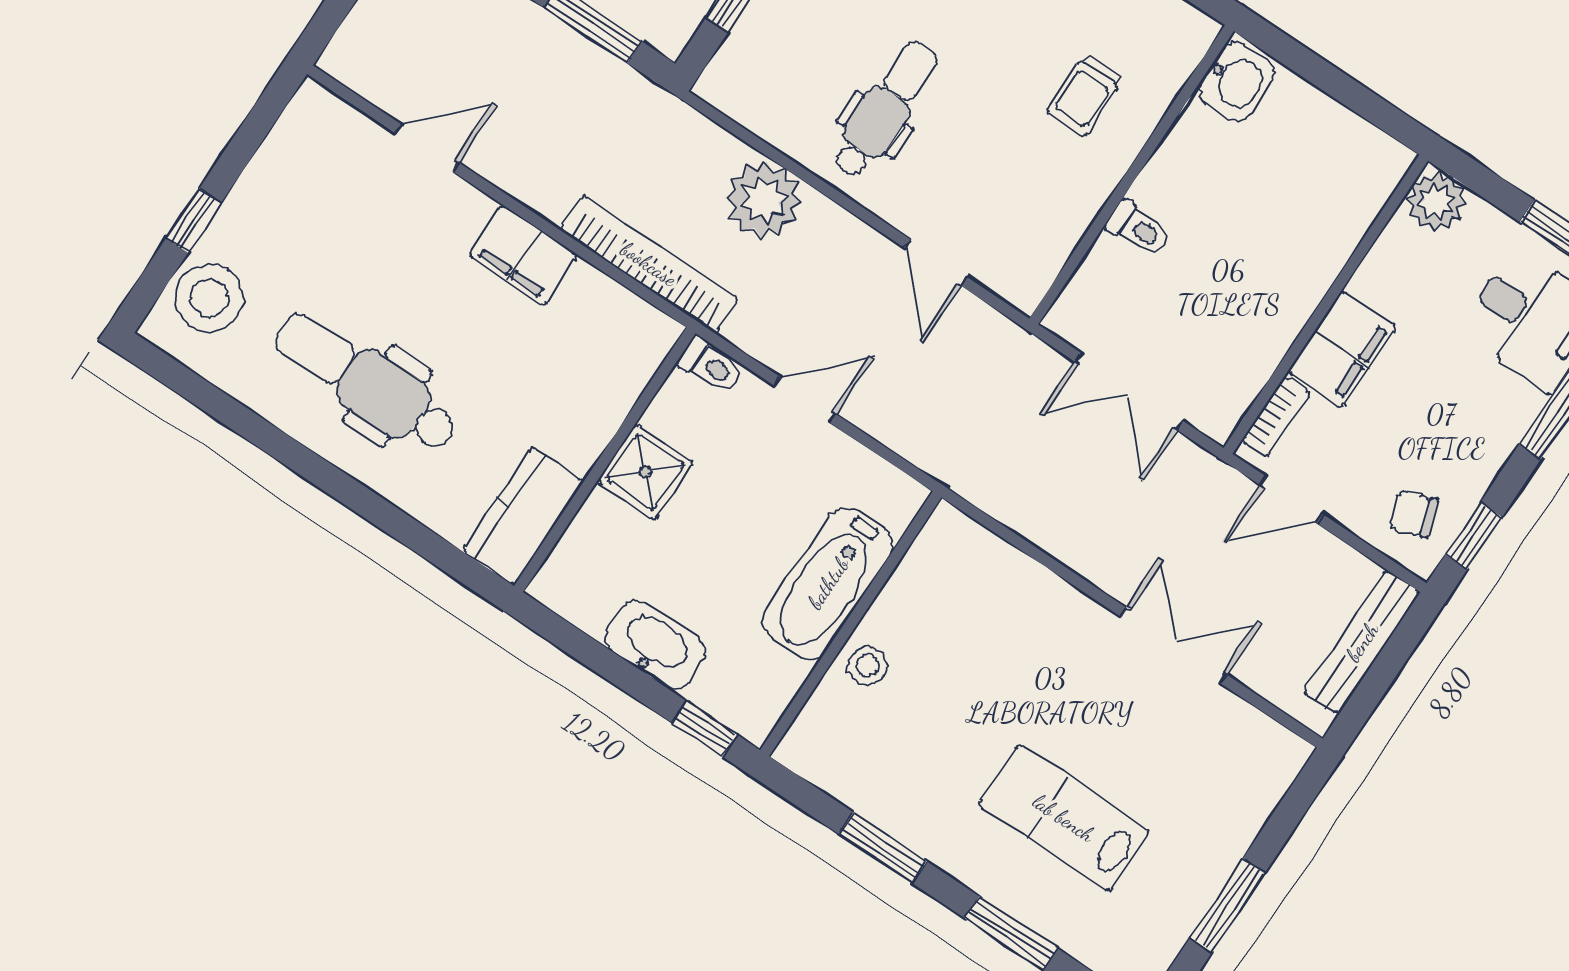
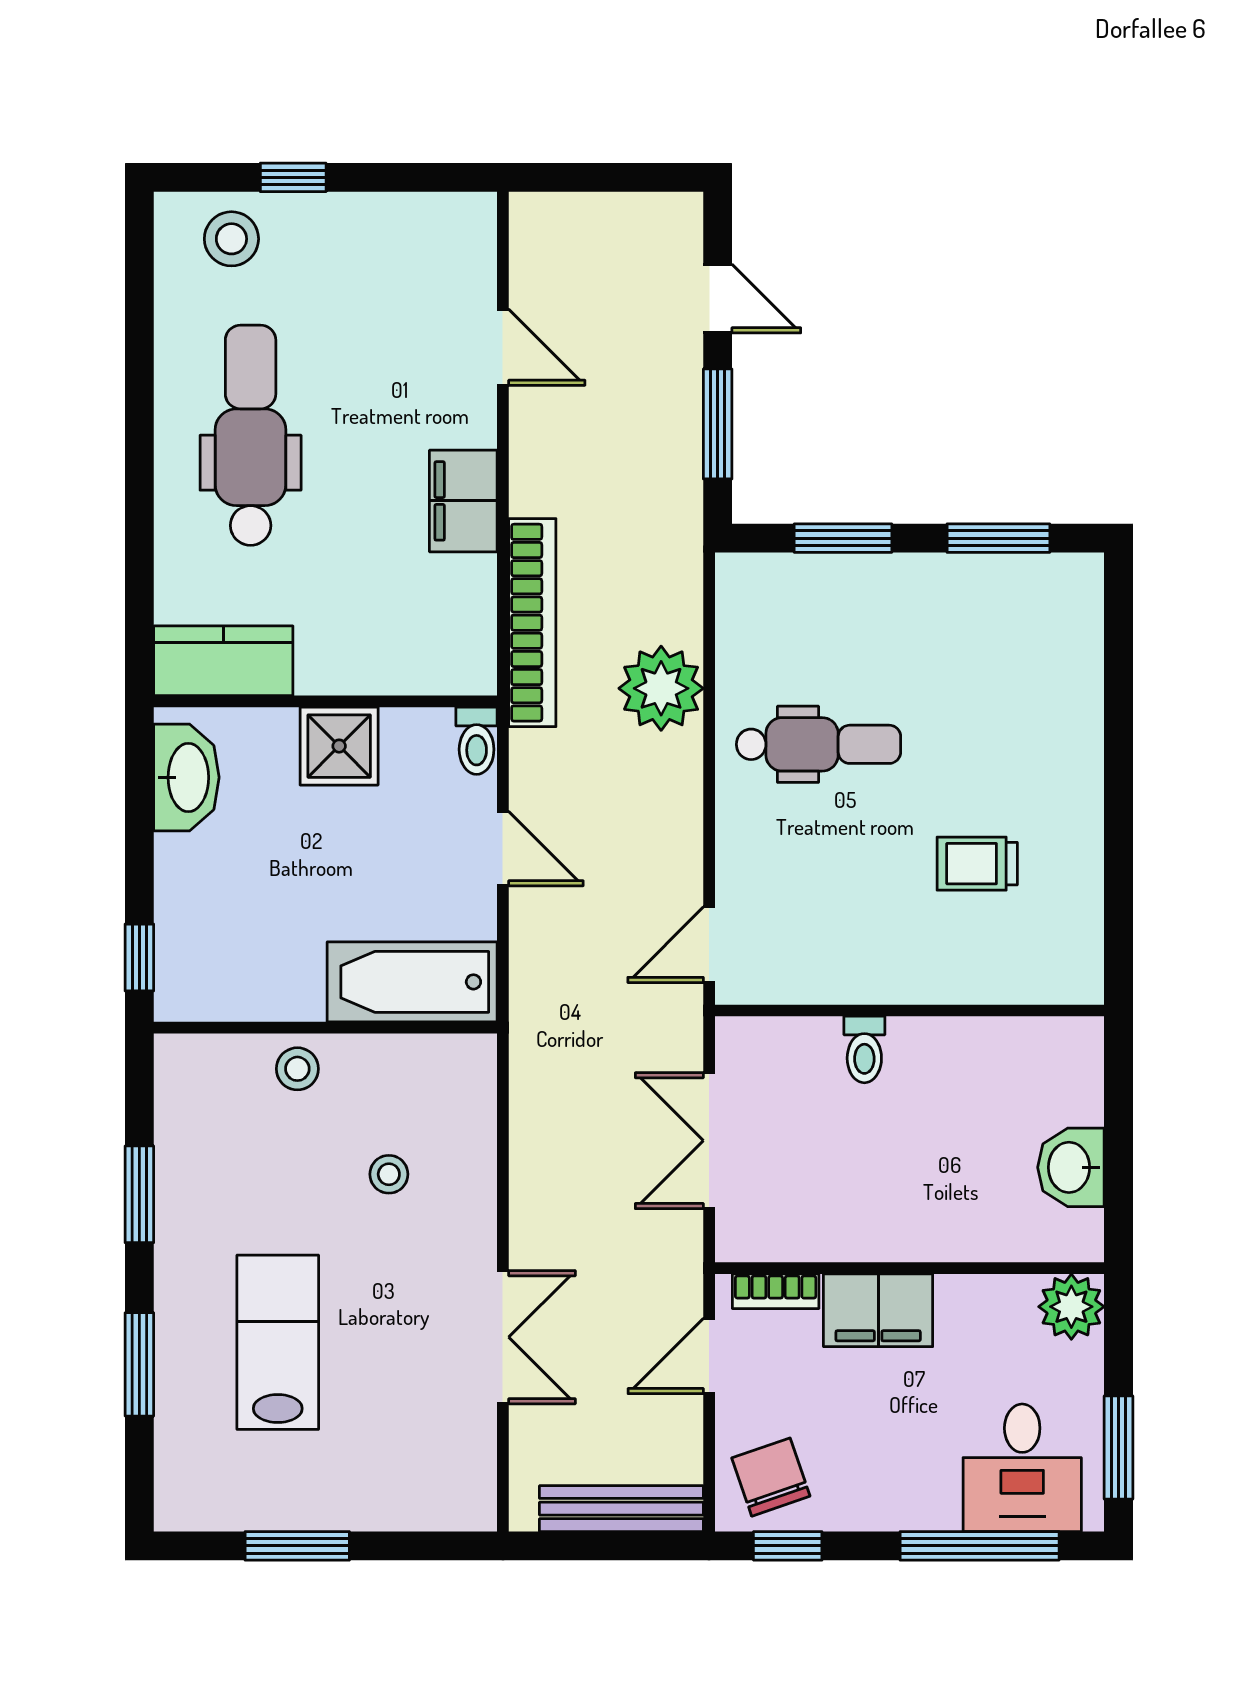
washbasin: (1236, 81) -> (1071, 1167), moved, turned 90
trolley: (1085, 94) -> (977, 864), moved
door: (936, 263) -> (709, 945), moved
stool: (209, 298) -> (231, 239), width x0.73, depth x0.73
door: (1291, 500) -> (709, 1356), hinge flipped
chair: (1414, 514) -> (771, 1477), width x1.37, depth x1.37
bathtub: (828, 583) -> (412, 982), moved
washbasin: (655, 645) -> (186, 777), moved
stool: (993, 650) -> (389, 1174), added

